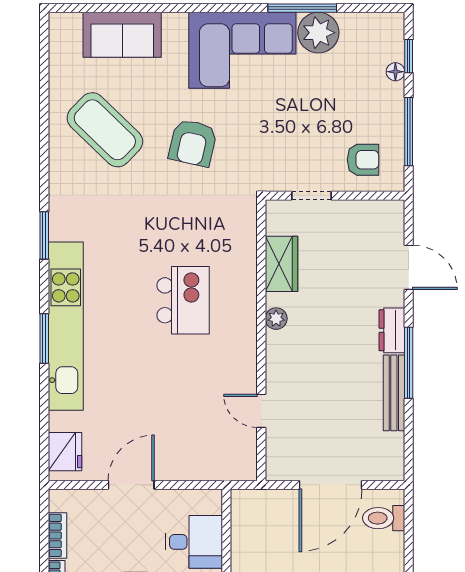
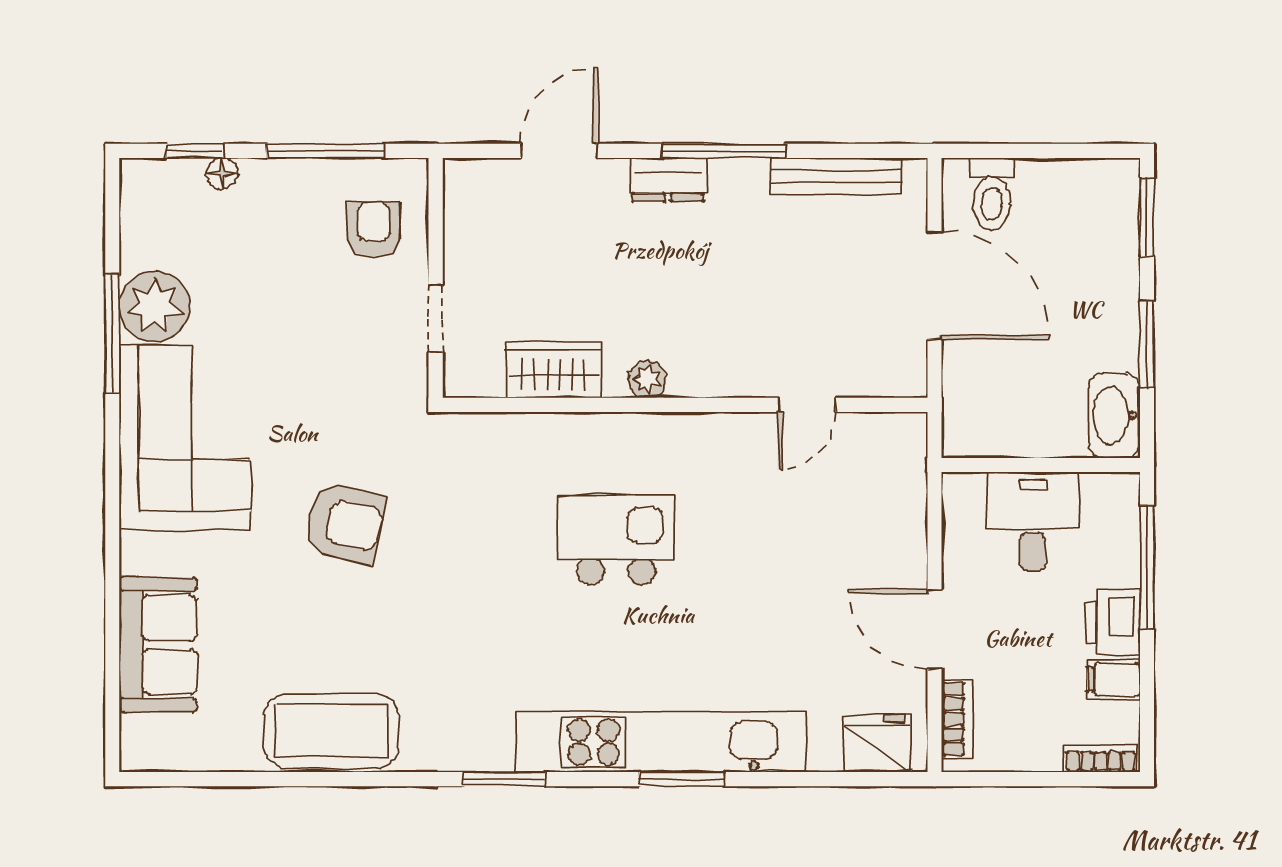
coffee table: (105, 130) -> (331, 731), moved, turned 46
bench: (394, 393) -> (836, 176), moved
bookcase: (57, 535) -> (957, 719), moved, turned 90

